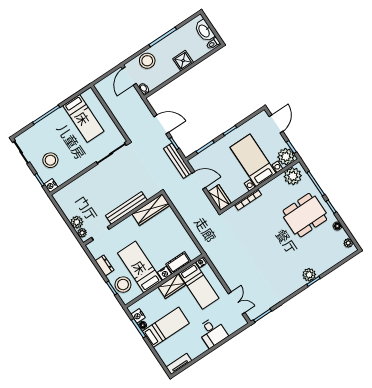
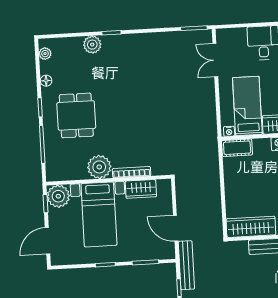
plant: (293, 176) -> (99, 167), moved
wardrobe: (220, 197) -> (141, 189), moved, turned -90
dining table: (305, 215) -> (76, 115), width x0.73
cot: (178, 263) -> (237, 148), moved
plant: (309, 275) -> (92, 45), moved

